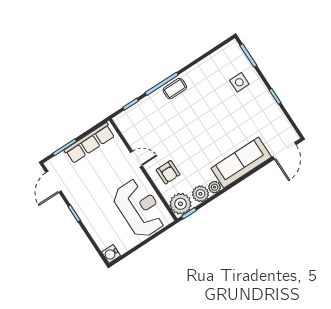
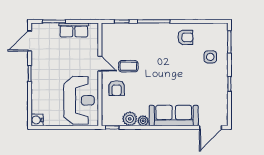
armchair: (203, 79) -> (185, 37), added
coffee table: (175, 89) -> (128, 66), moved
row of seats: (89, 143) -> (74, 30), width x0.68
plant: (181, 204) -> (111, 117), removed

